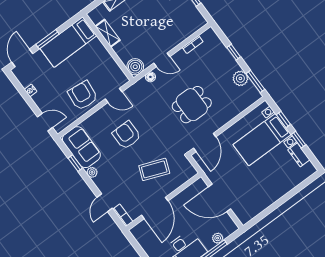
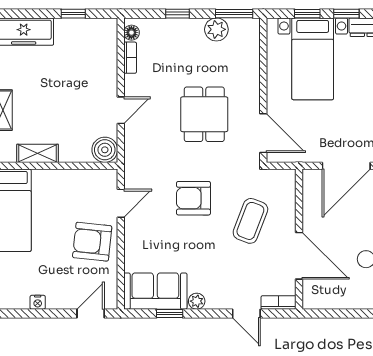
floor lamp: (150, 77) -> (131, 33), moved
armchair: (126, 135) -> (193, 198), moved

